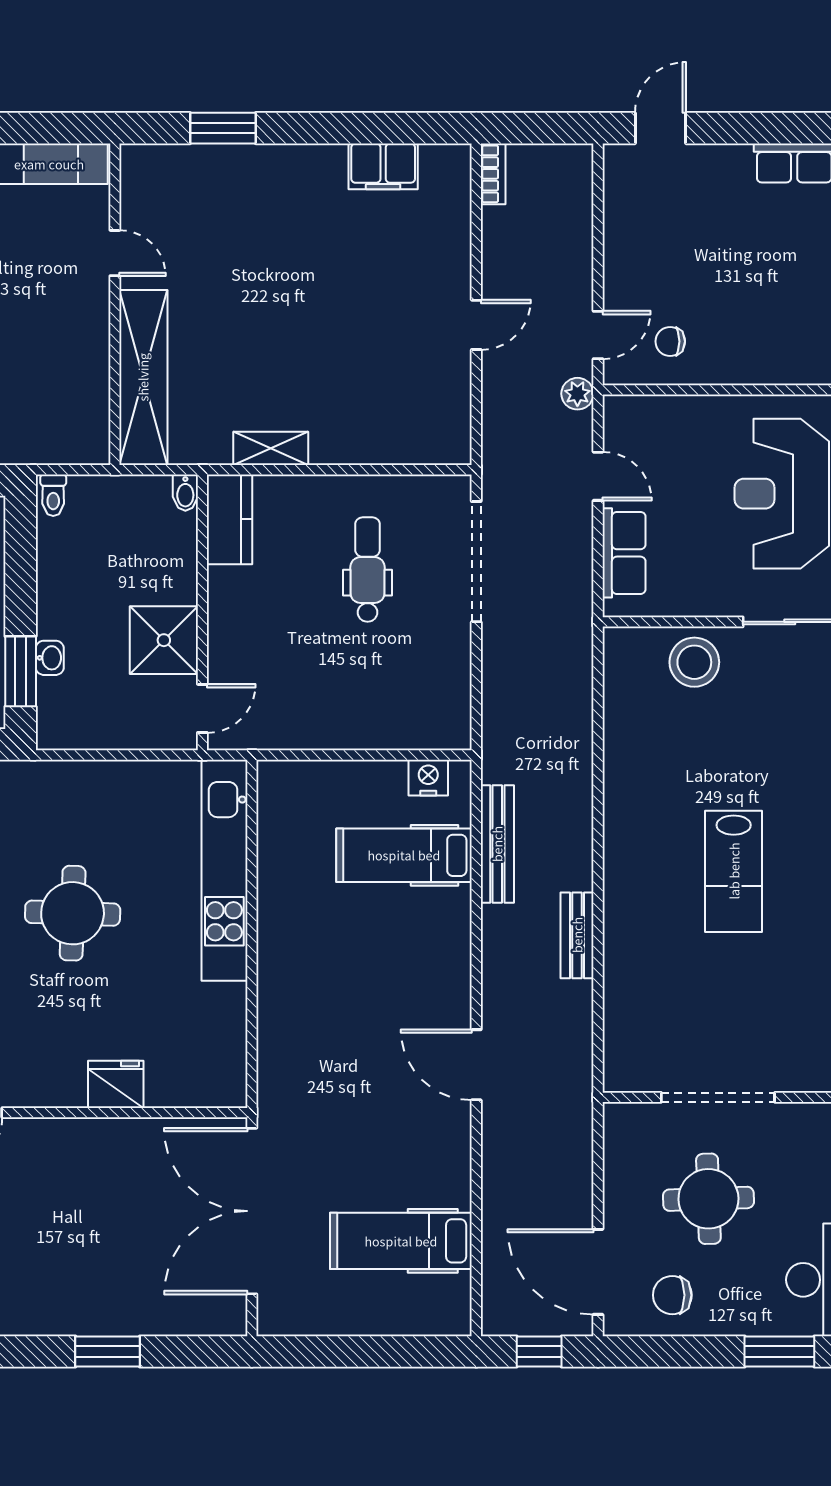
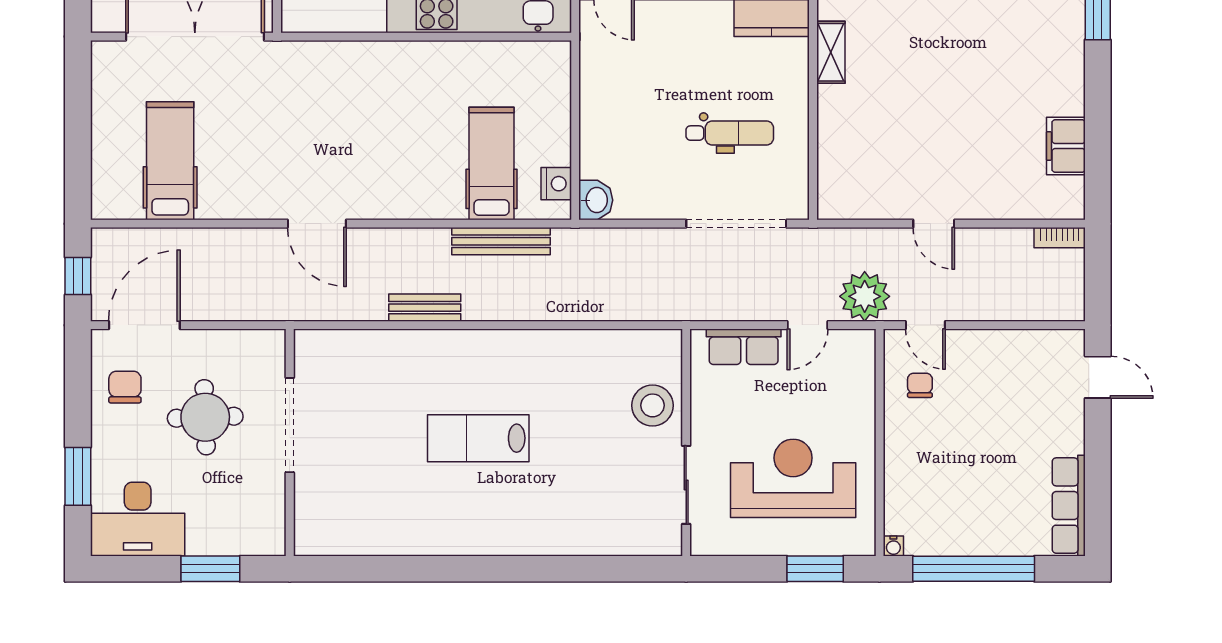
plant: (577, 394) -> (865, 296), width x1.87, depth x1.87
washbasin: (448, 730) -> (596, 200), added
door: (476, 1065) -> (317, 224), swing flipped

